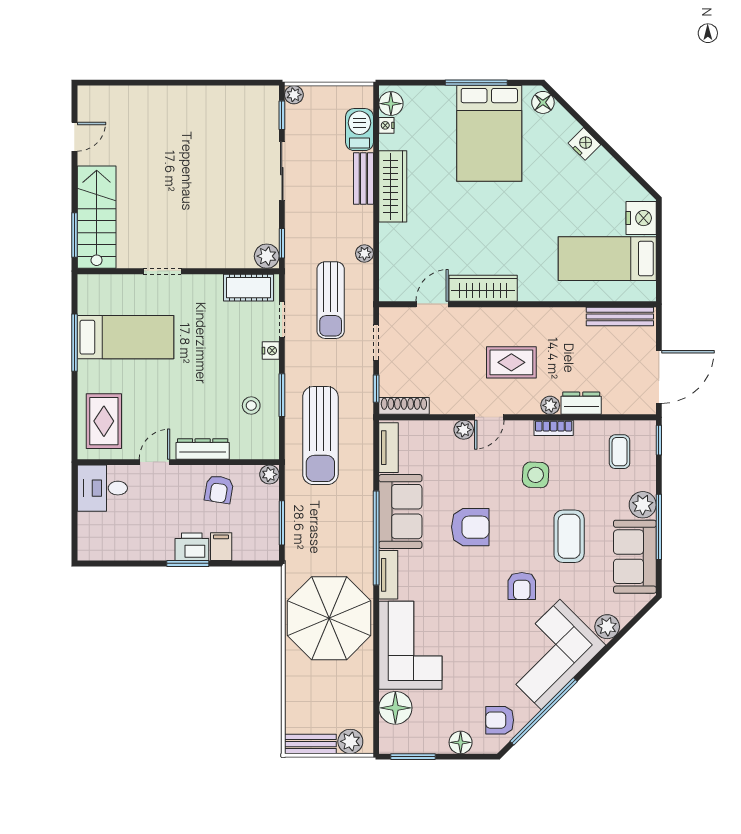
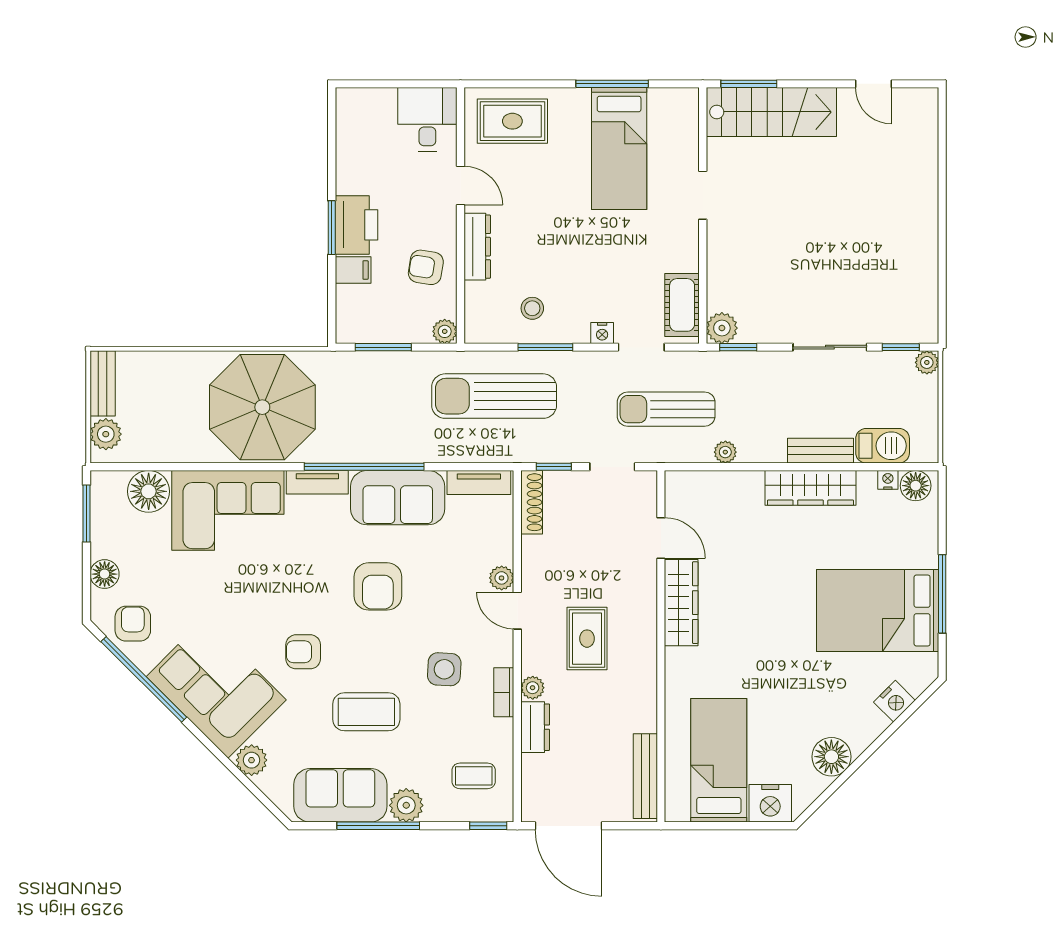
floor lamp: (543, 102) -> (831, 757), moved, width x1.38, depth x1.38
nightstand: (584, 144) -> (894, 701), moved
printer: (192, 547) -> (356, 225), width x1.37, depth x1.19

